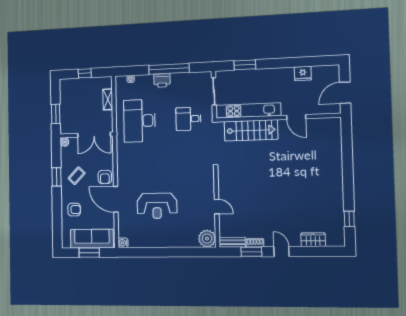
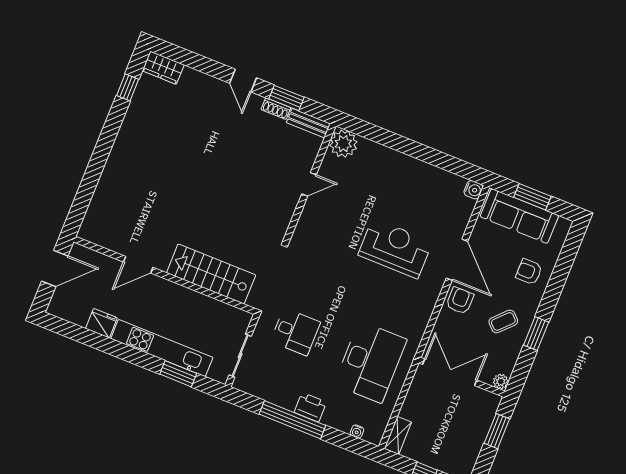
shelving: (108, 99) -> (398, 435), moved
kitchen unit: (248, 110) -> (162, 348), moved, turned 180
door: (296, 117) -> (138, 265), swing flipped
reception desk: (157, 206) -> (395, 248), moved
door: (217, 207) -> (309, 184), swing flipped
wardrobe: (313, 240) -> (163, 68), moved

